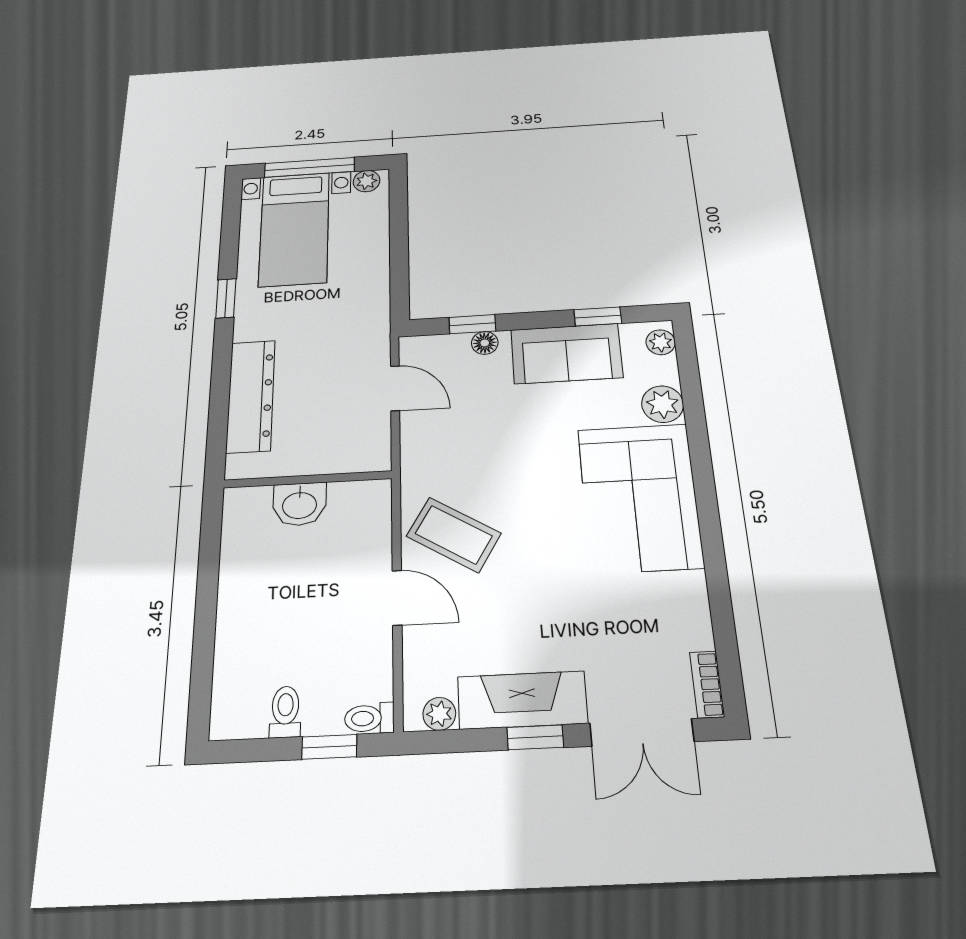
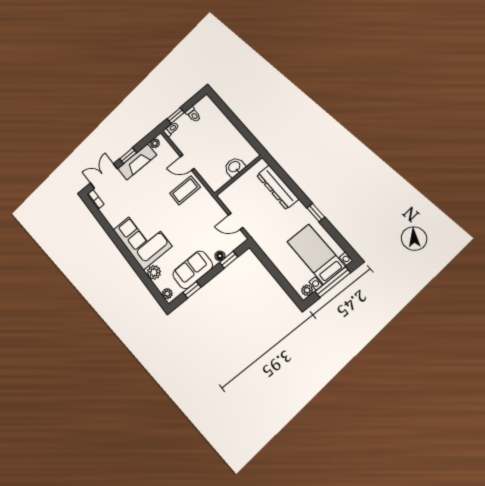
coffee table: (454, 535) -> (185, 190), turned -31

